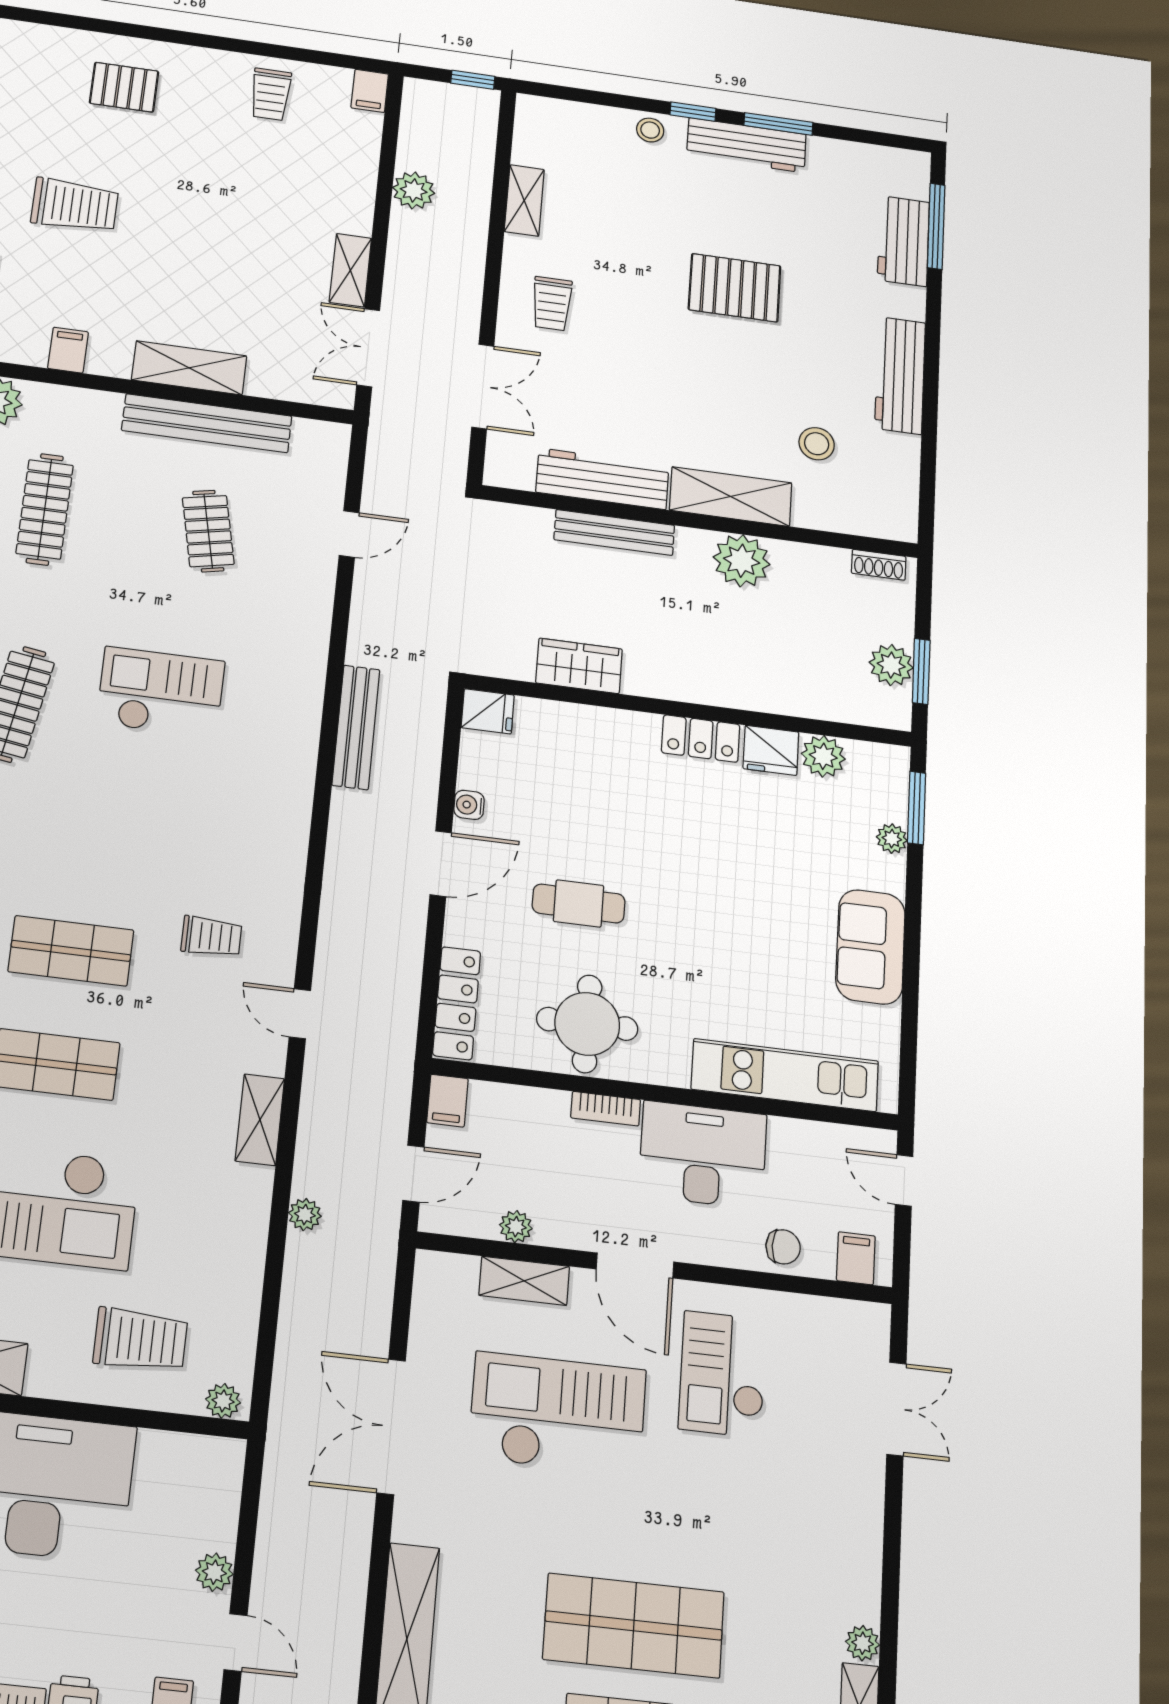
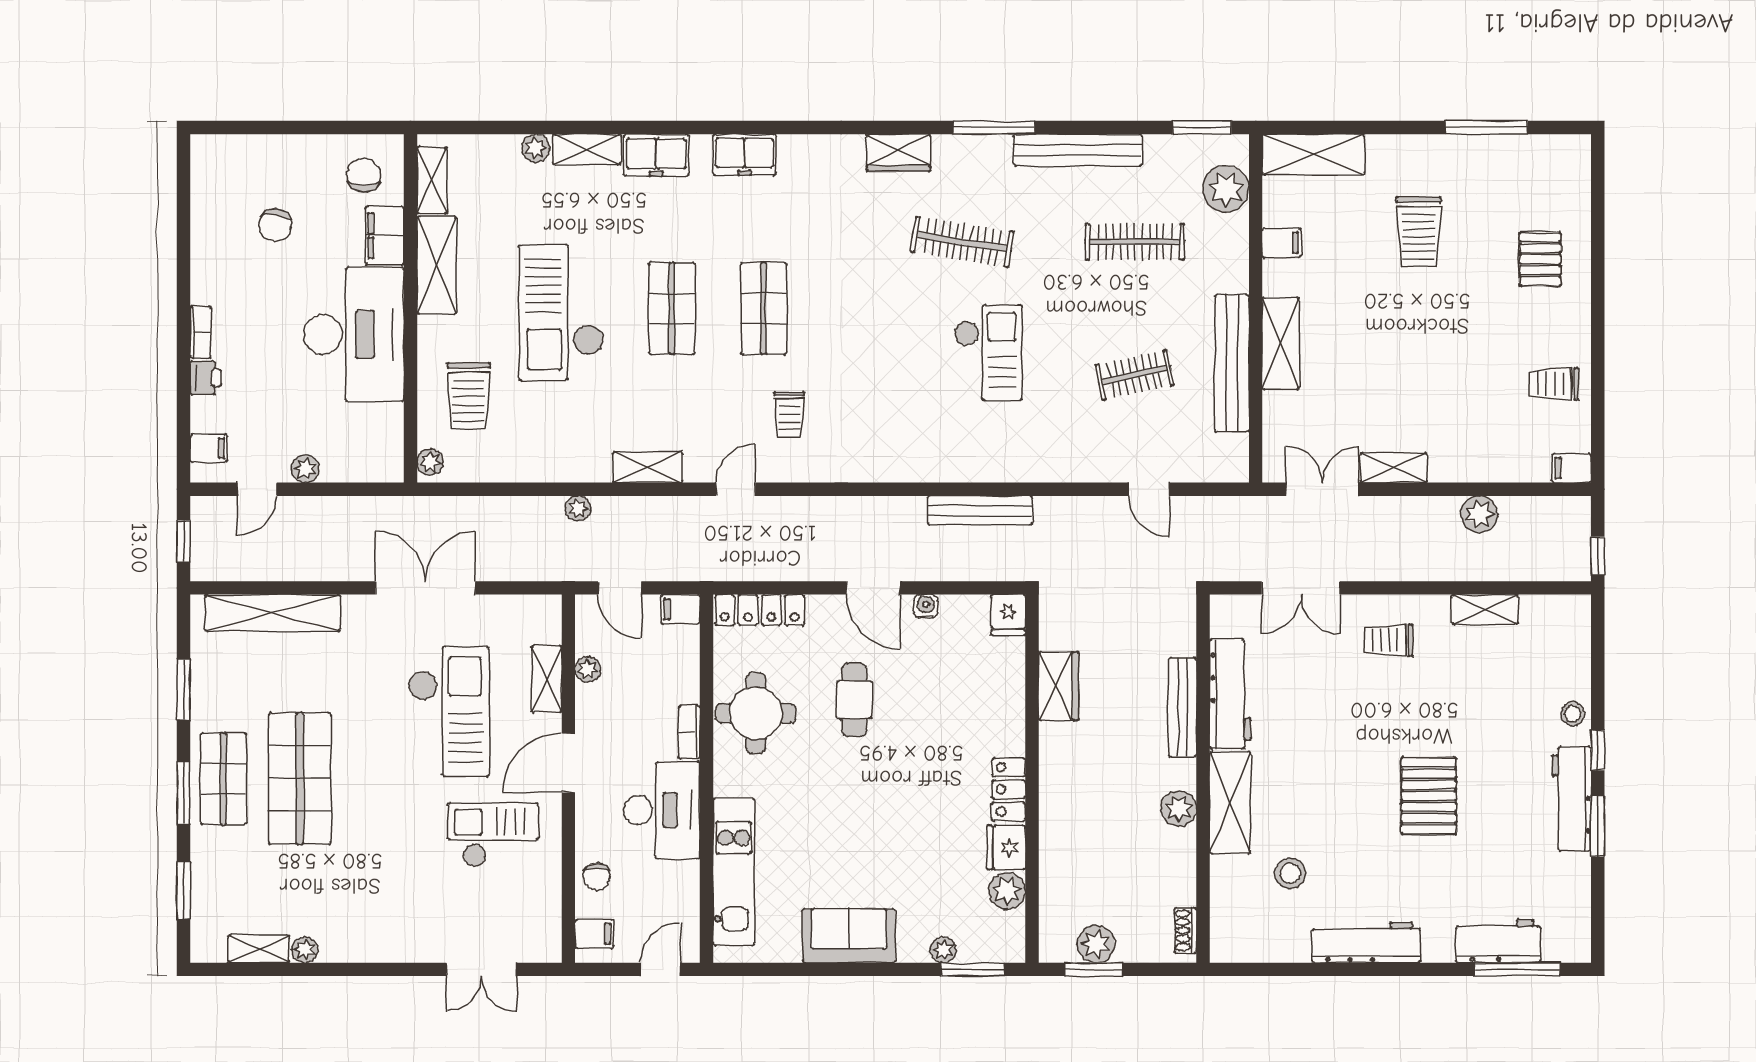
plant: (742, 561) -> (1179, 808), width x0.73, depth x0.73

